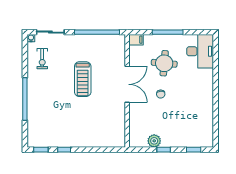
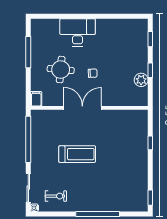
window: (168, 32) -> (28, 52), moved
desk: (200, 51) -> (78, 32), moved
window: (64, 150) -> (150, 143), moved

